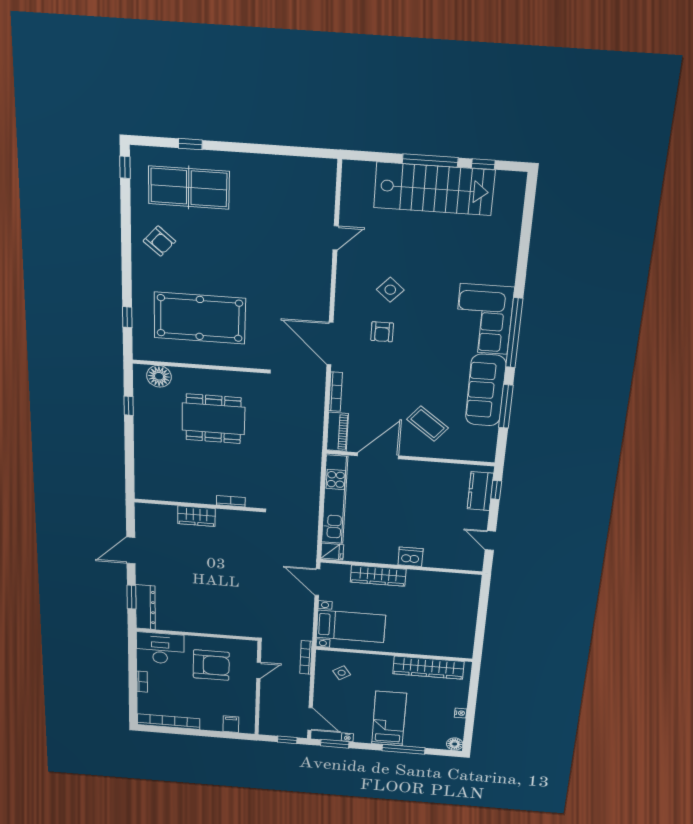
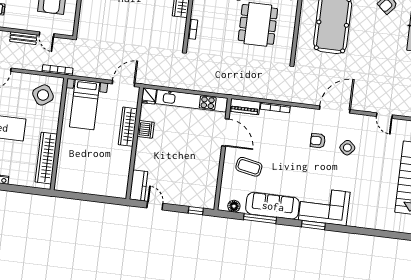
window: (514, 333) -> (313, 225), width x0.47
door: (330, 344) -> (335, 110), moved
coffee table: (428, 424) -> (249, 167), turned 63
floor lamp: (488, 441) -> (234, 206), added
kitchen counter: (480, 491) -> (139, 185), moved, turned 90
door: (490, 541) -> (155, 206), hinge flipped
dishwasher: (410, 557) -> (146, 129), moved
side table: (342, 673) -> (43, 95), width x1.87, depth x1.87
bench: (267, 695) -> (23, 38), added

